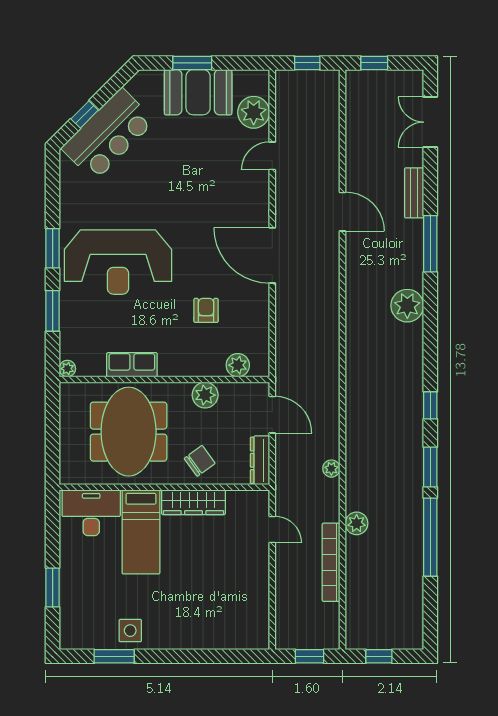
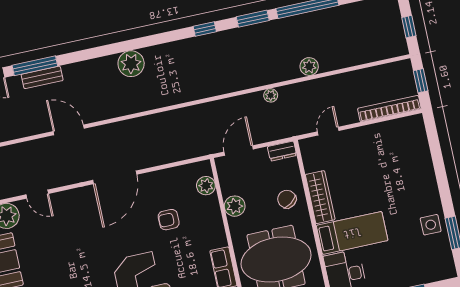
door: (343, 212) -> (69, 130), hinge flipped
window: (430, 244) -> (35, 66), moved
dresser: (260, 460) -> (282, 151), width x0.70
bookcase: (331, 562) -> (389, 109), moved, turned 180

